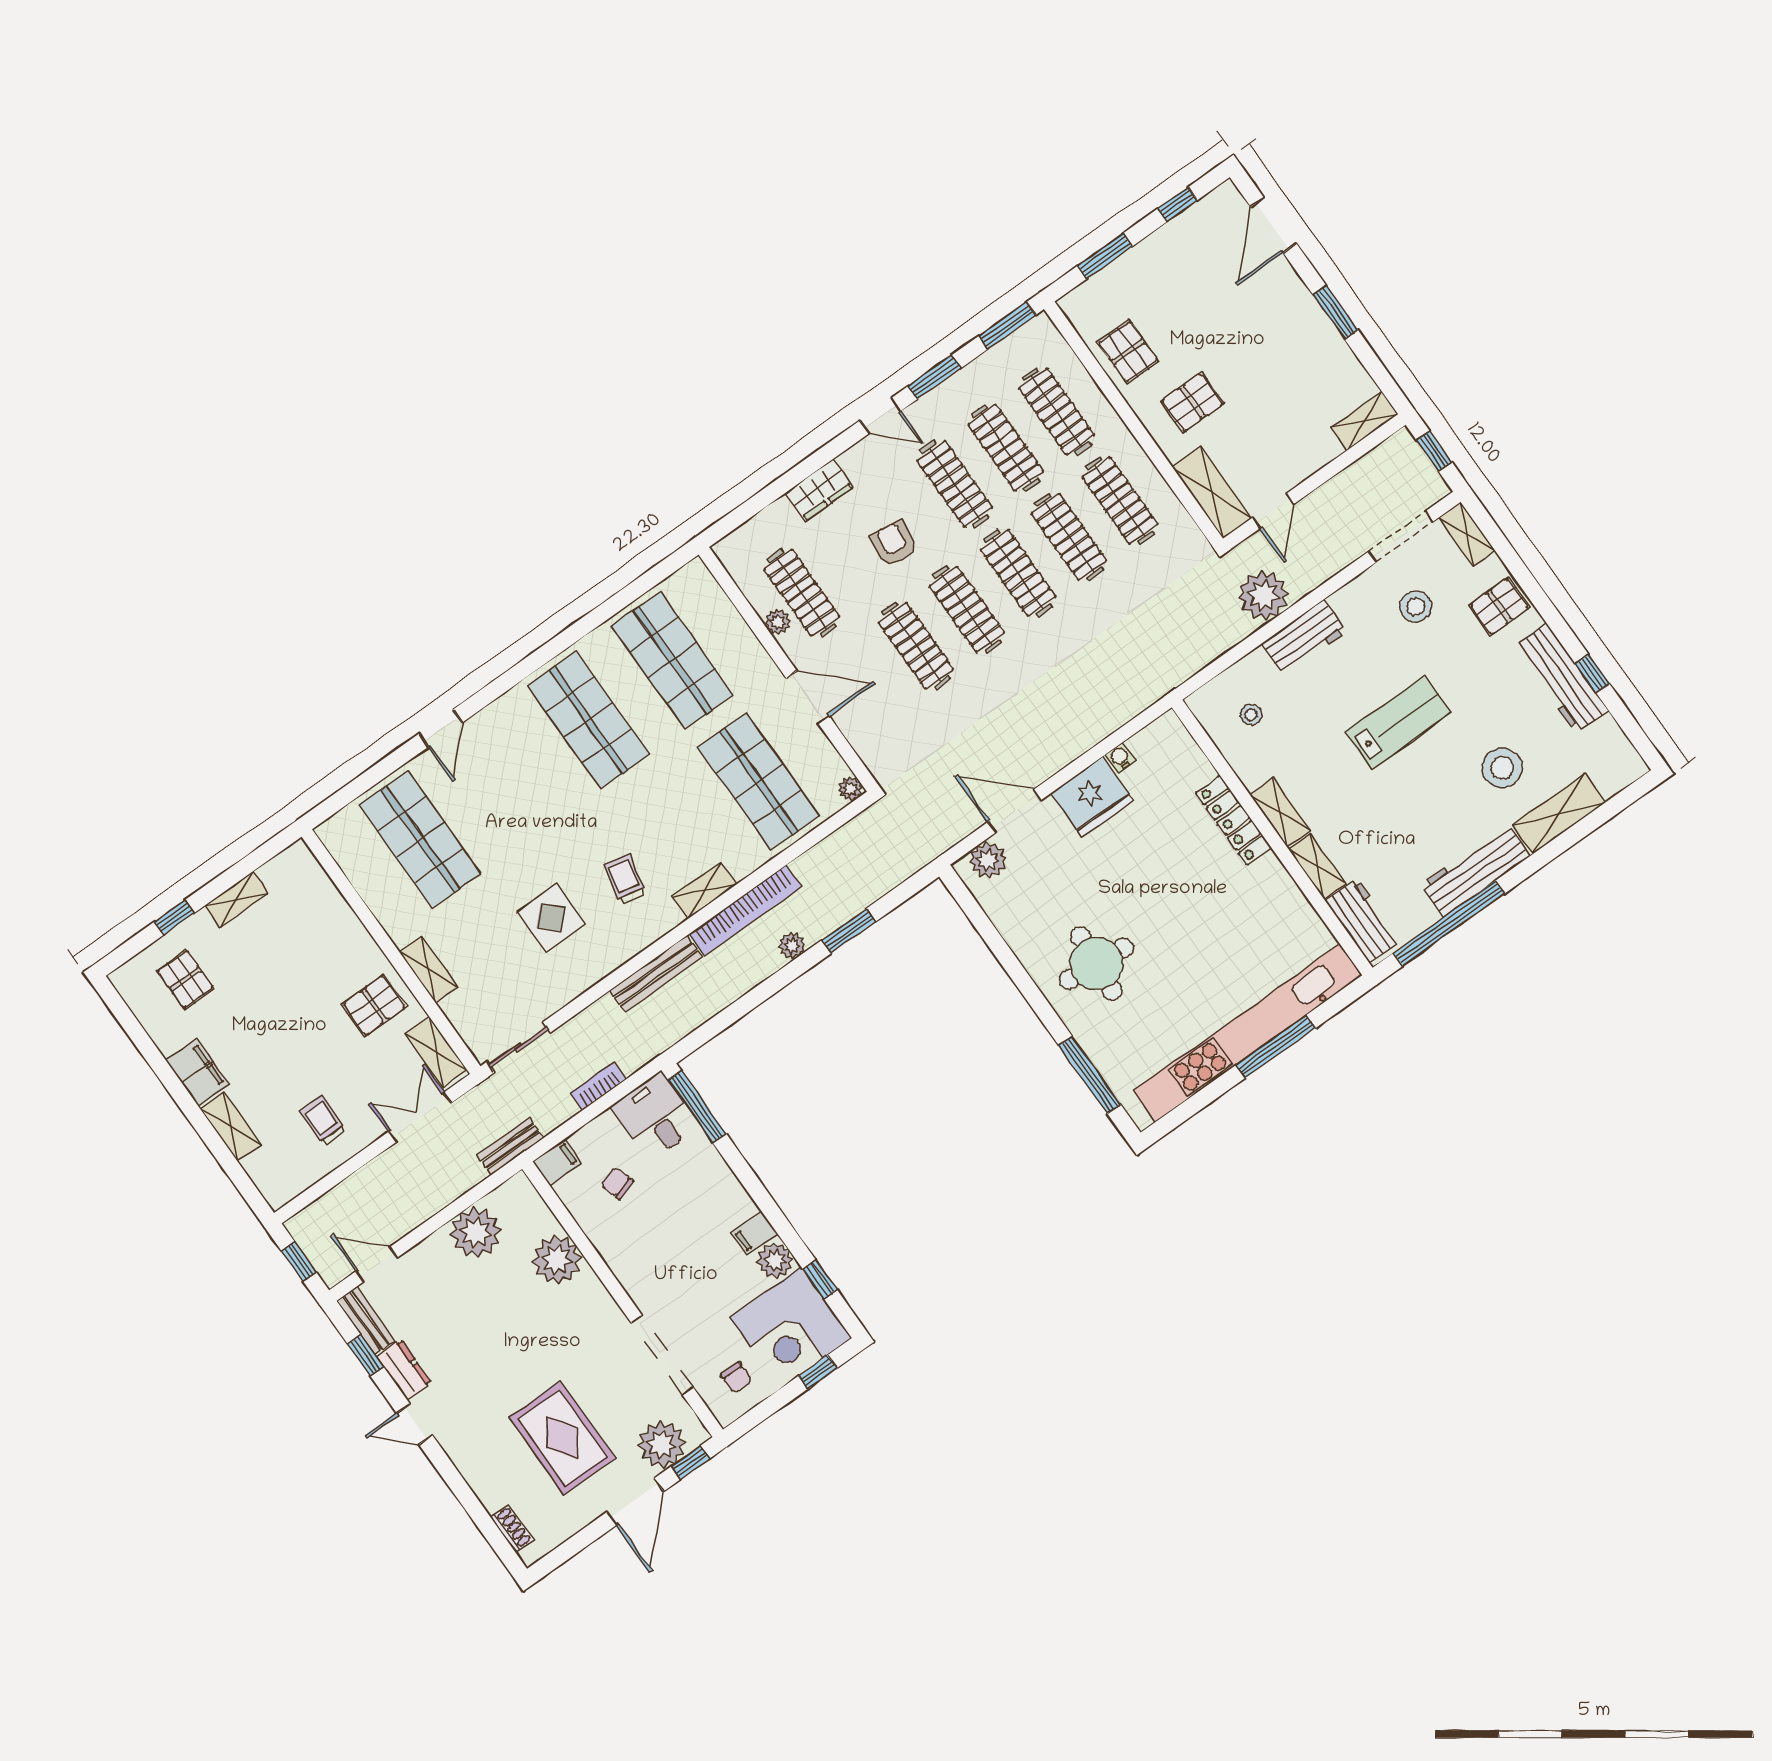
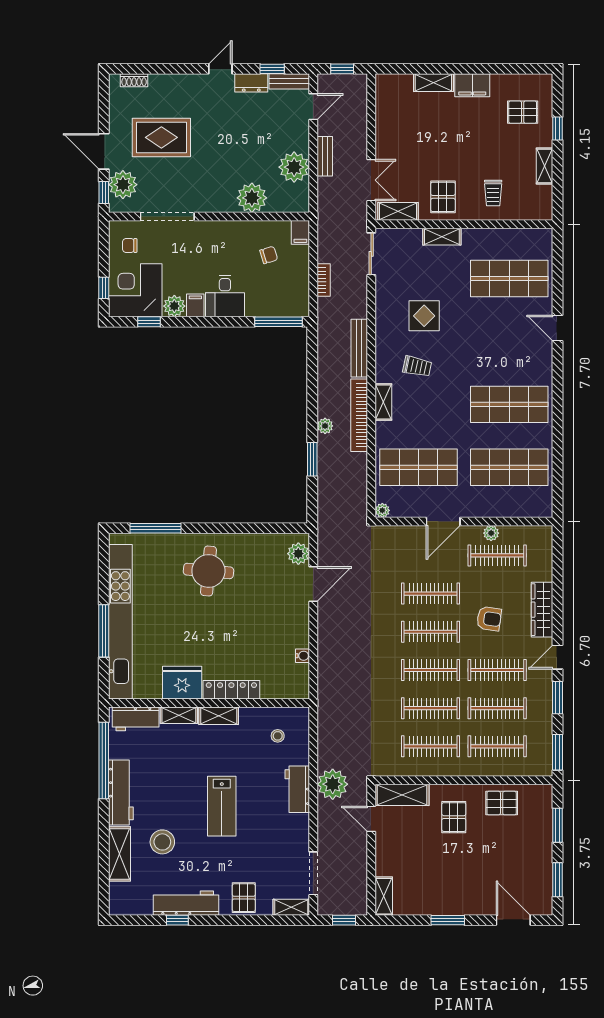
window: (1178, 204) -> (557, 880), width x1.50
wardrobe: (819, 490) -> (542, 610), width x1.50
stool: (1416, 606) -> (273, 856), removed
fridge: (1092, 797) -> (182, 683), moved, turned 90
desk: (655, 1116) -> (225, 296), moved, turned 90
trolley: (323, 1121) -> (493, 193), moved, turned 90
bench: (510, 1146) -> (325, 156), moved

